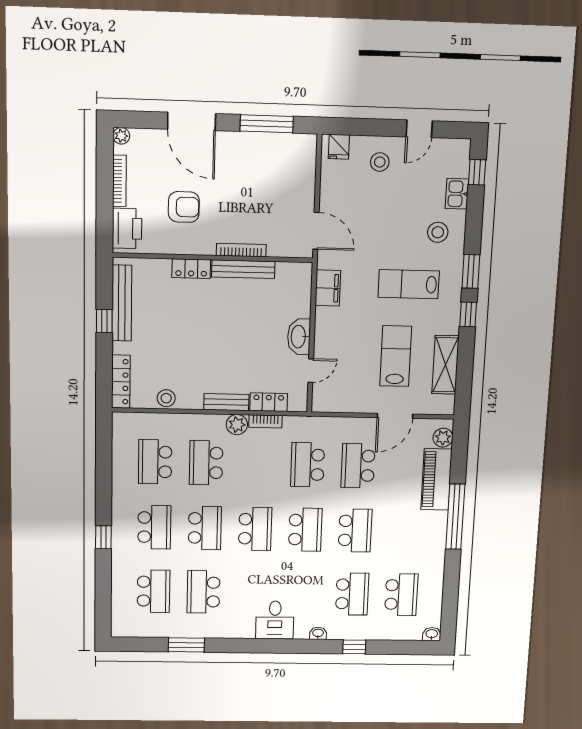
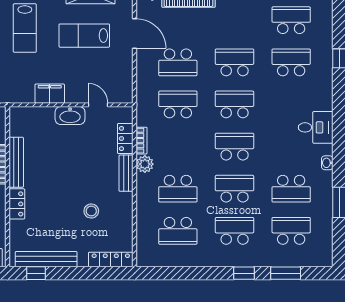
filing cabinet: (328, 288) -> (50, 94), moved
window: (104, 321) -> (36, 273), moved
stool: (166, 398) -> (91, 211), moved
school desk: (308, 465) -> (178, 104), turned 180
window: (103, 584) -> (286, 273), added
washbasin: (318, 633) -> (327, 163), moved

